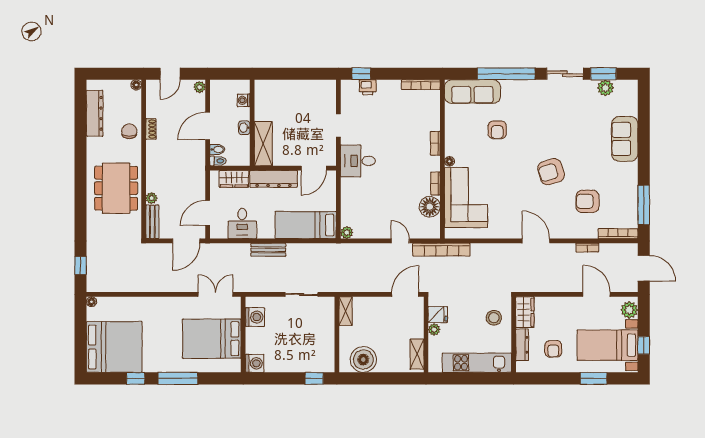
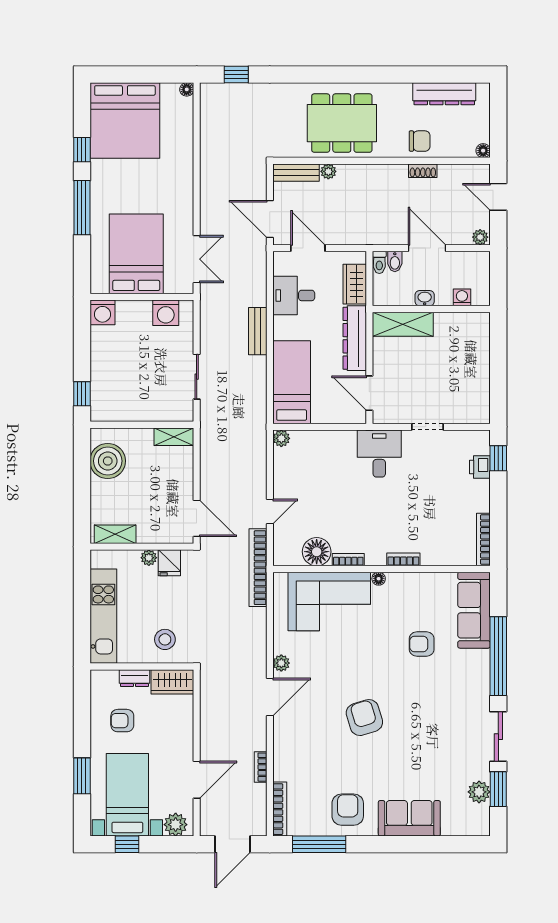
armchair: (588, 201) -> (348, 810), moved
plant: (511, 233) -> (281, 663), added
dresser: (522, 345) -> (134, 678), width x0.70

